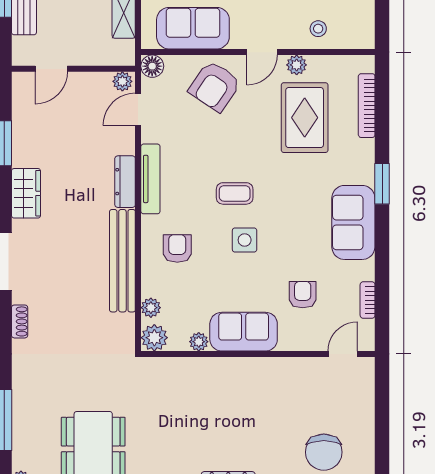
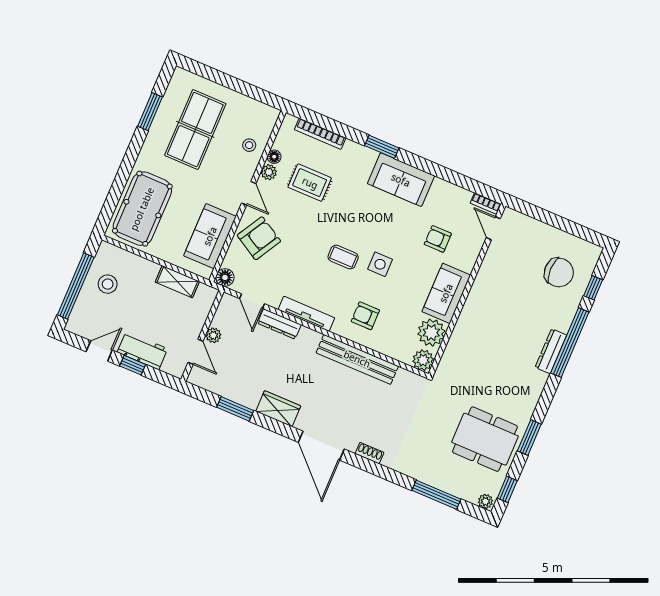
floor lamp: (317, 63) -> (274, 157), added
plant: (122, 81) -> (213, 335), moved
armchair: (215, 86) -> (259, 238), turned -94
rug: (305, 118) -> (310, 183), width x0.73, depth x0.70
dresser: (125, 182) -> (279, 324), moved
coffee table: (235, 193) -> (343, 257), turned 90
bookcase: (368, 300) -> (486, 204), moved
plant: (151, 308) -> (400, 353), removed
plant: (199, 342) -> (431, 333), width x1.88, depth x1.88

